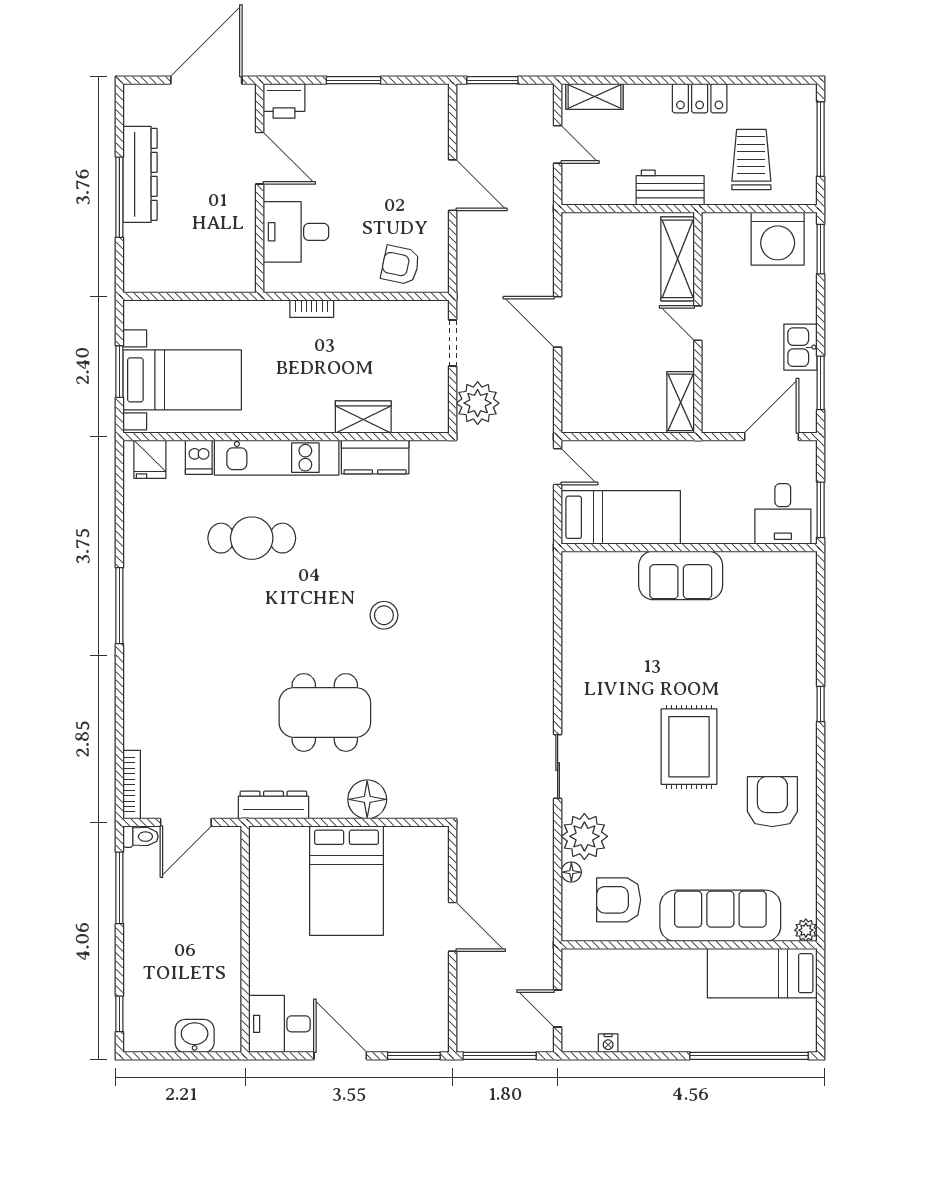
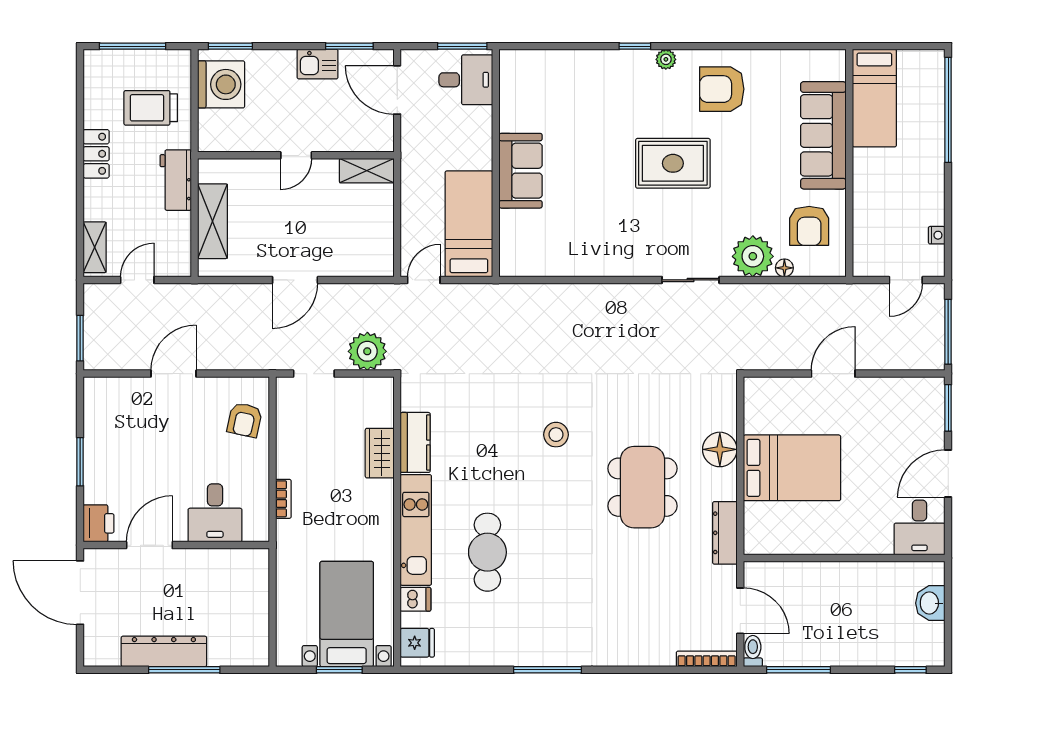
shelving: (678, 259) -> (213, 221), moved, turned 90
plant: (806, 930) -> (666, 59), moved

